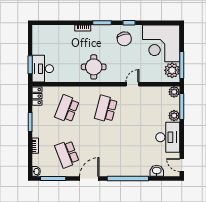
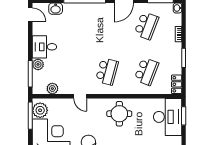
desk: (43, 69) -> (168, 117), width x1.36, depth x1.30
door: (132, 84) -> (80, 96), hinge flipped
plant: (174, 92) -> (52, 89), moved
desk: (168, 137) -> (44, 47), width x0.73
school desk: (67, 154) -> (146, 26), turned 42

